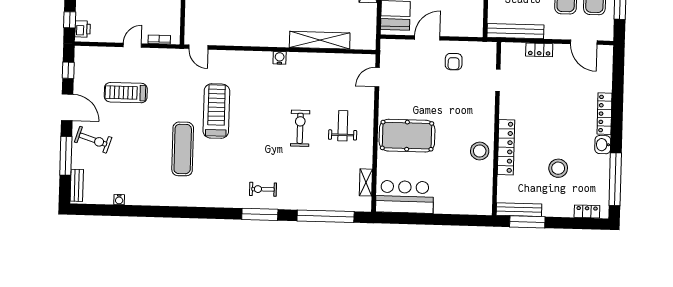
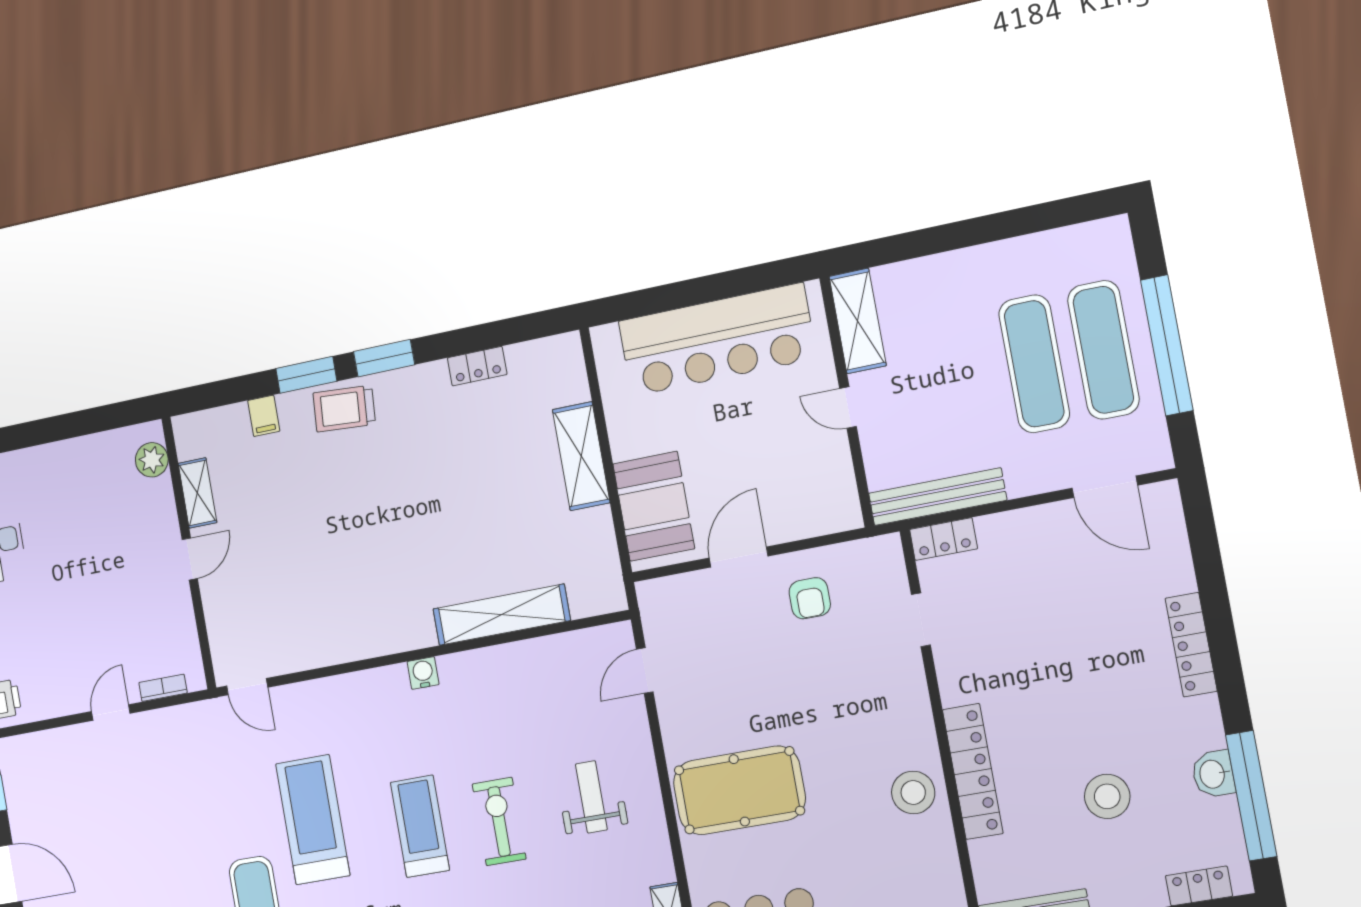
locker: (539, 50) -> (944, 539), moved
treadmill: (126, 93) -> (420, 826), moved, turned 90
washbasin: (603, 145) -> (1213, 774), moved

